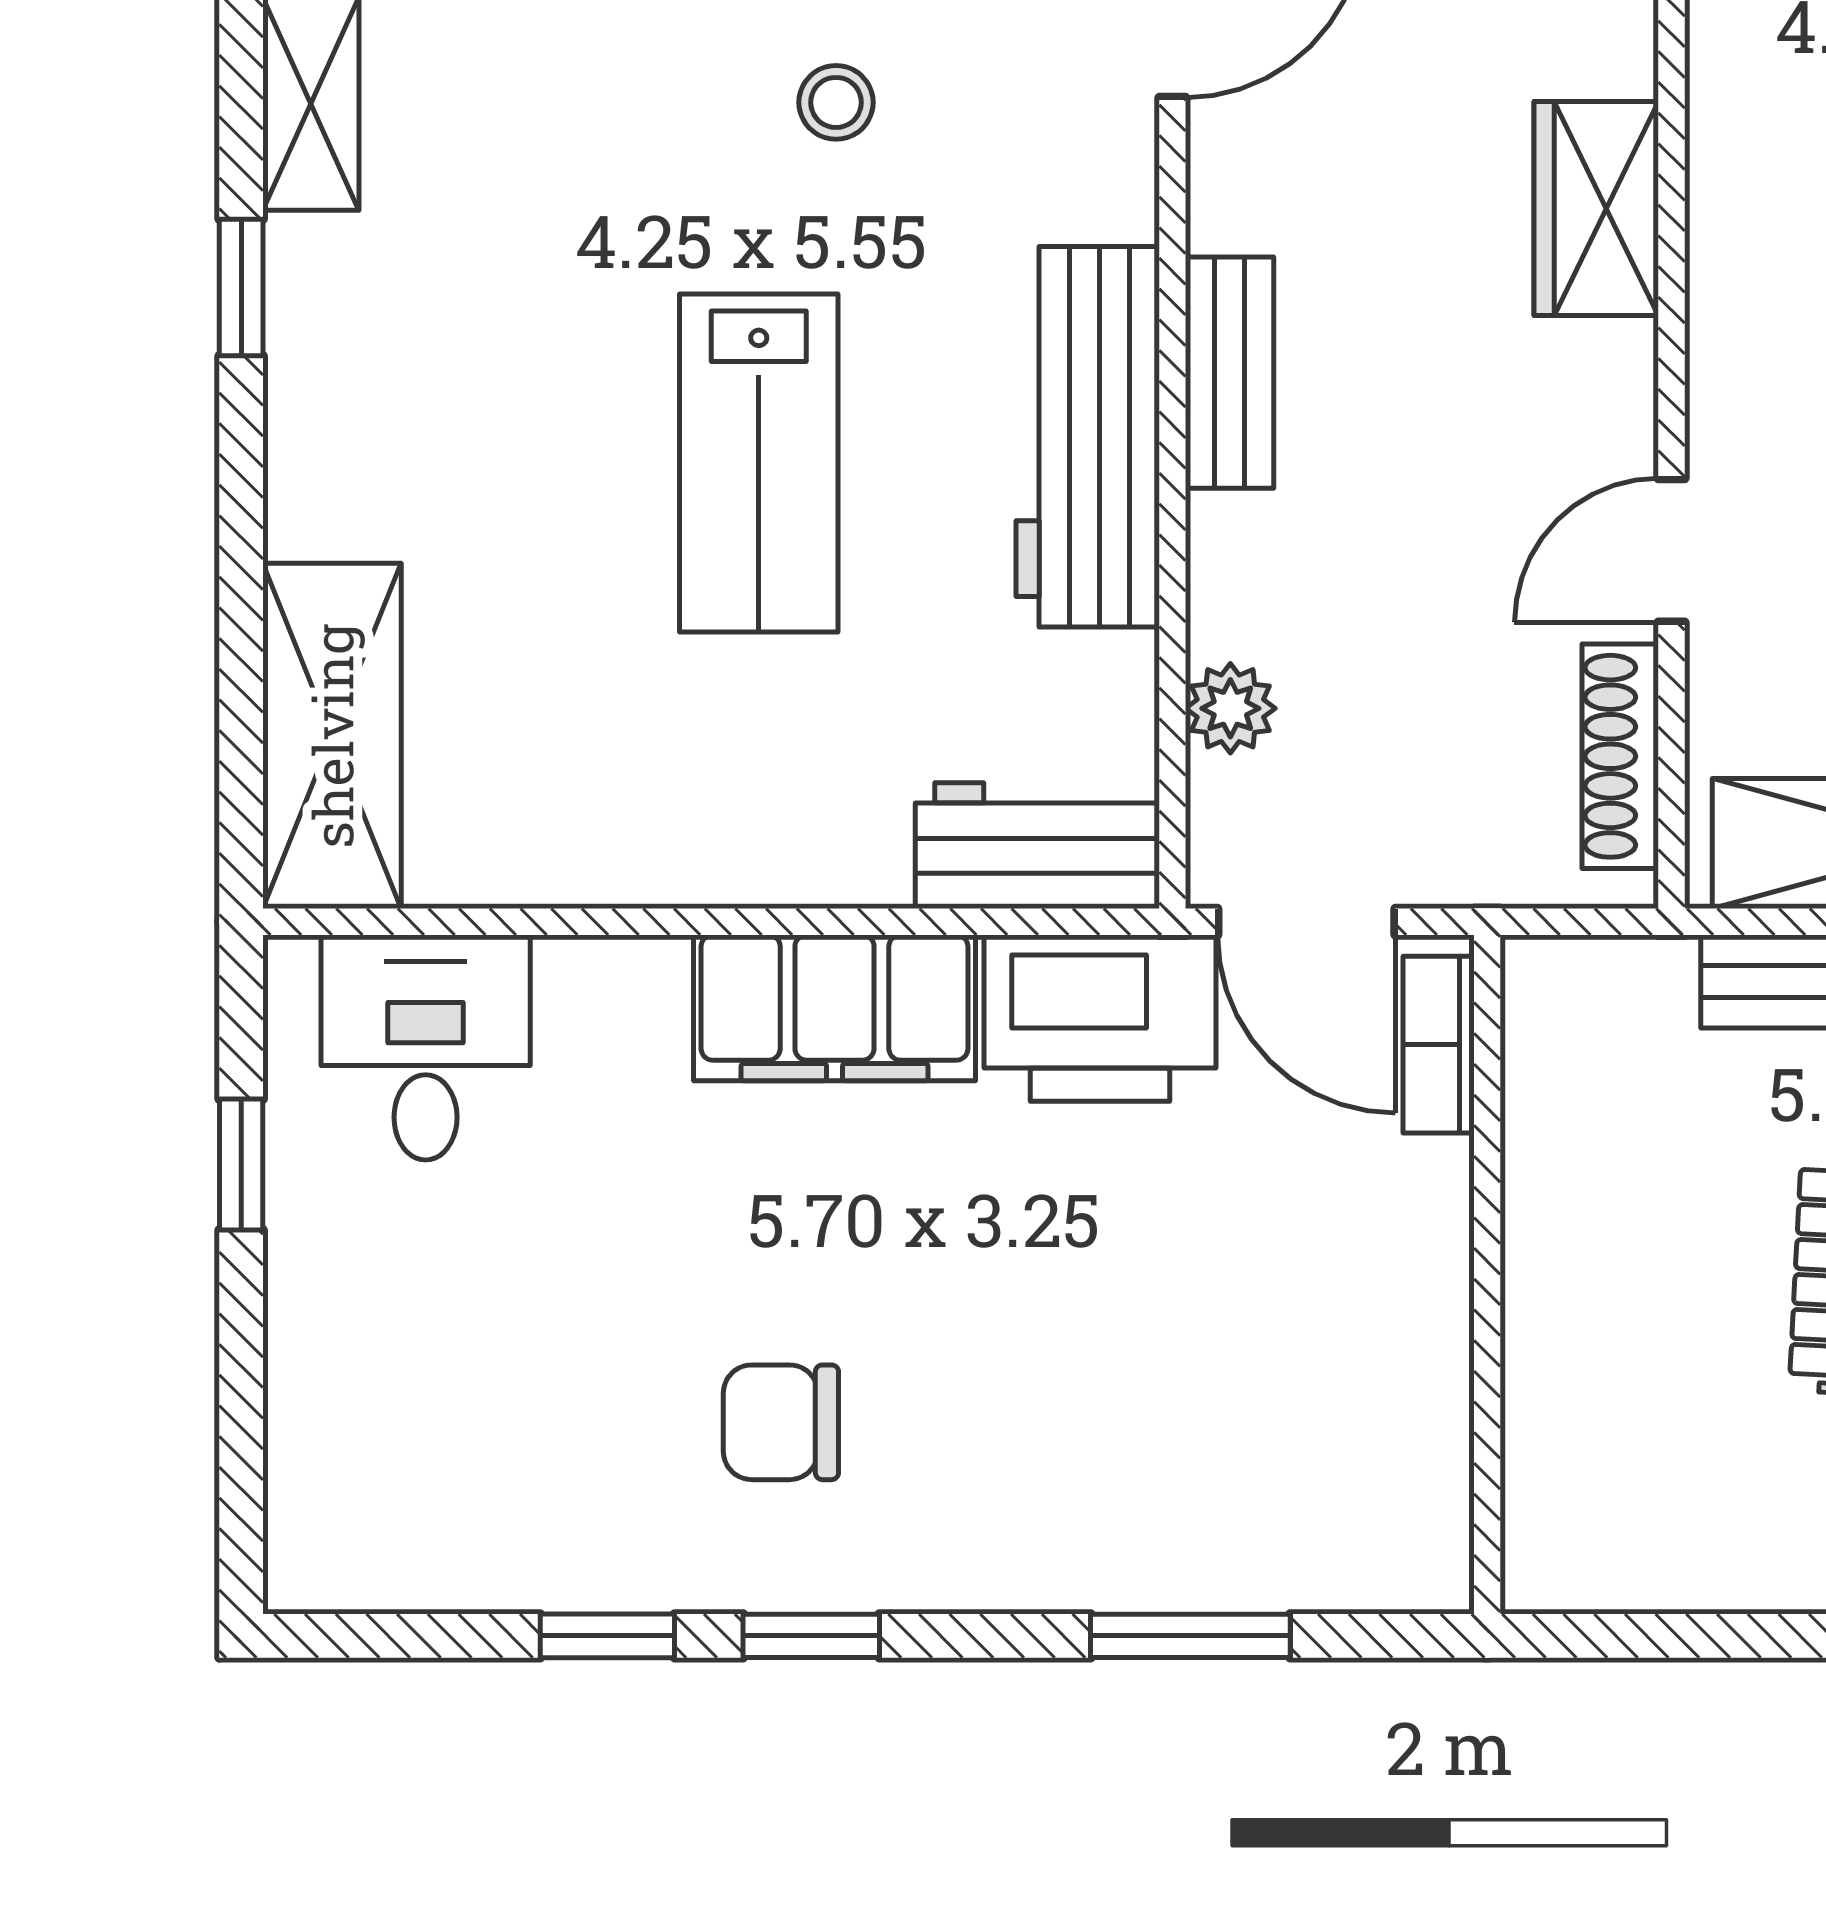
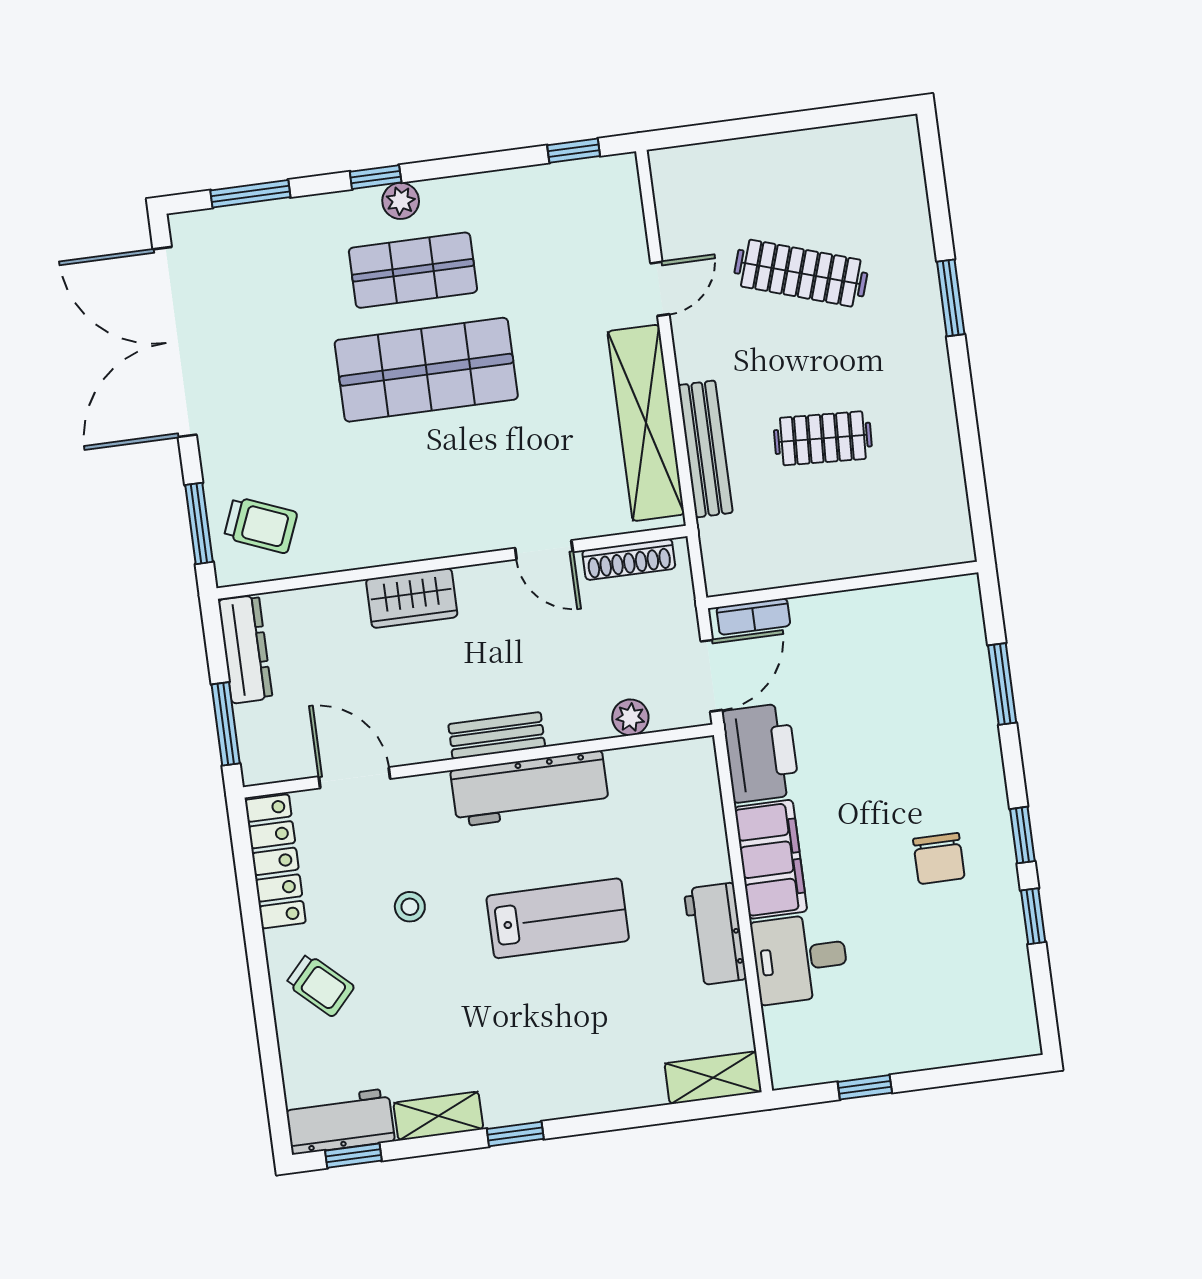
shelving: (332, 736) -> (713, 1078), width x0.67, depth x0.75
workbench: (1037, 846) -> (715, 934), moved
desk: (426, 1048) -> (800, 958), moved

